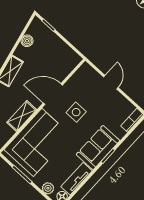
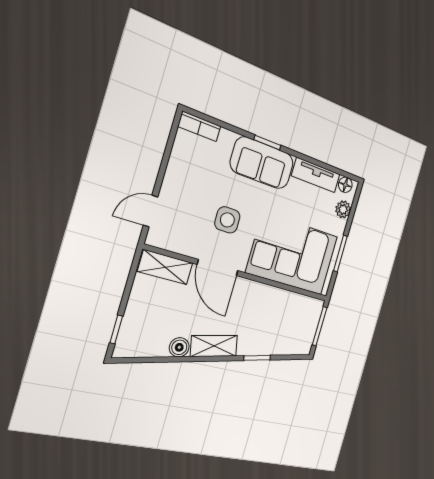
boiler: (27, 41) -> (179, 347), moved
door: (111, 82) -> (150, 211), moved
shelving: (22, 116) -> (165, 267), moved

